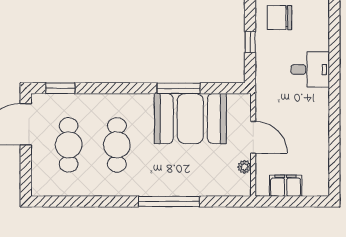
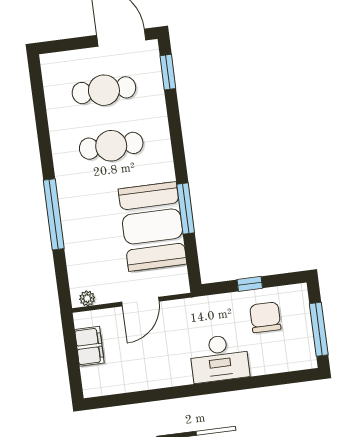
chair: (279, 18) -> (265, 317), moved
desk: (310, 69) -> (219, 358), width x1.37
plant: (244, 167) -> (87, 298), moved

